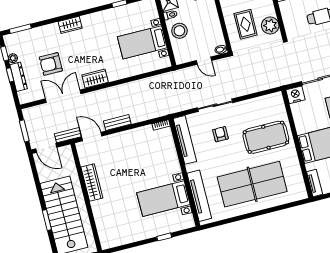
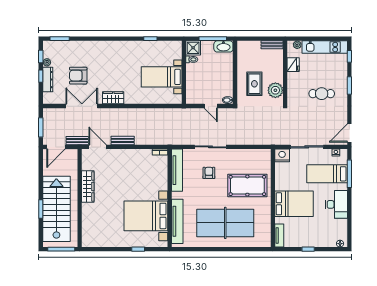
wardrobe: (70, 25) -> (103, 46), removed
stool: (179, 31) -> (196, 75), removed
door: (46, 148) -> (56, 147), hinge flipped
bed with nightstands: (163, 199) -> (146, 216), width x1.36

